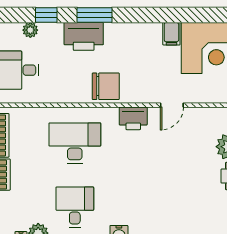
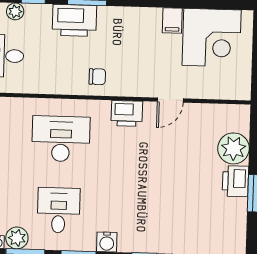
chair: (106, 86) -> (97, 77), width x0.54, depth x0.54

